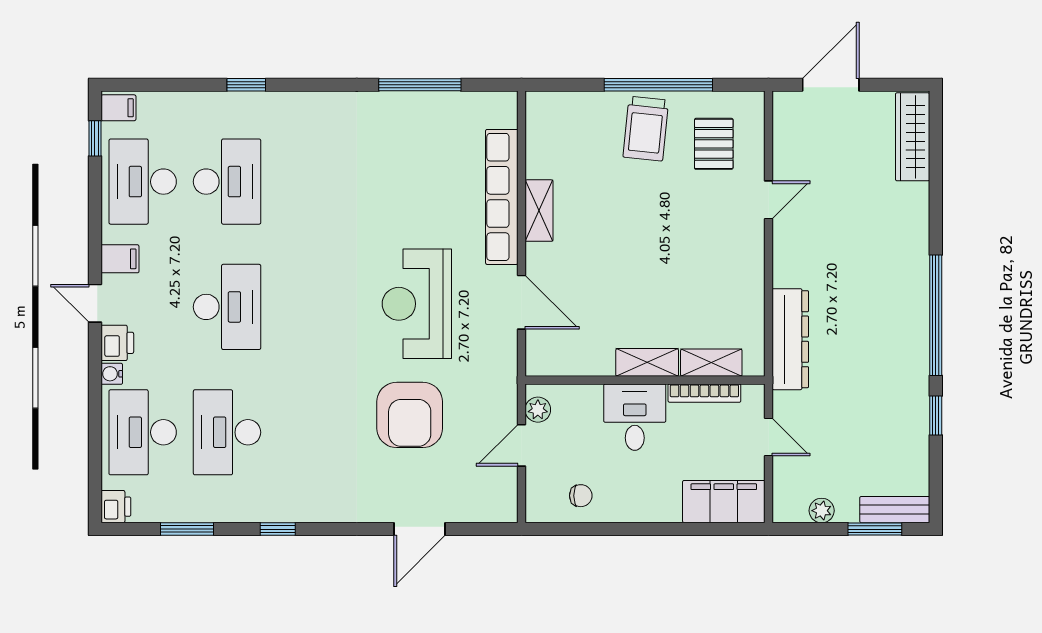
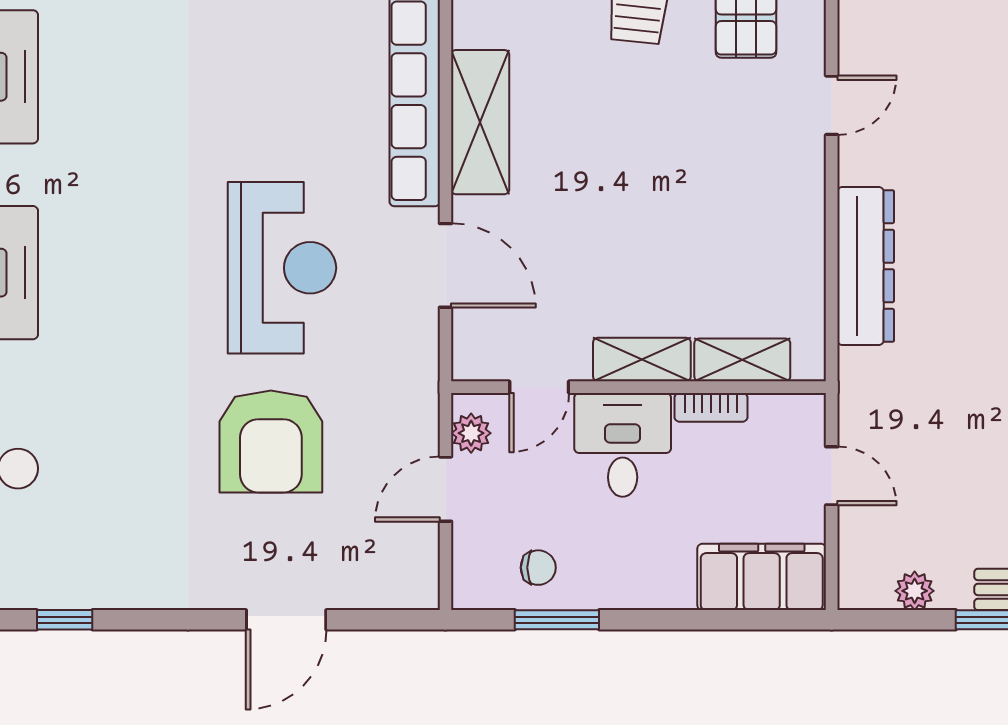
shelving: (539, 211) -> (480, 122), width x1.50, depth x1.33
reception desk: (417, 304) -> (282, 268), turned 180
dresser: (790, 339) -> (866, 266), moved
door: (581, 380) -> (539, 387), added
bookcase: (704, 393) -> (711, 407), width x0.64
window: (593, 529) -> (557, 620), added

